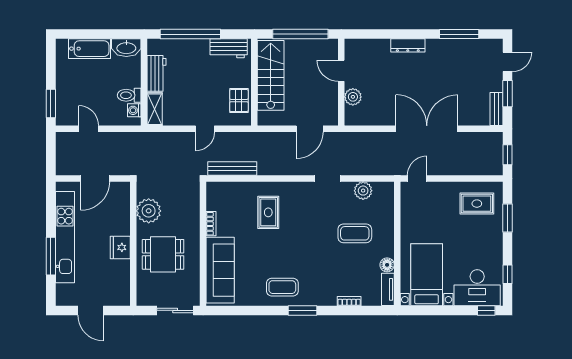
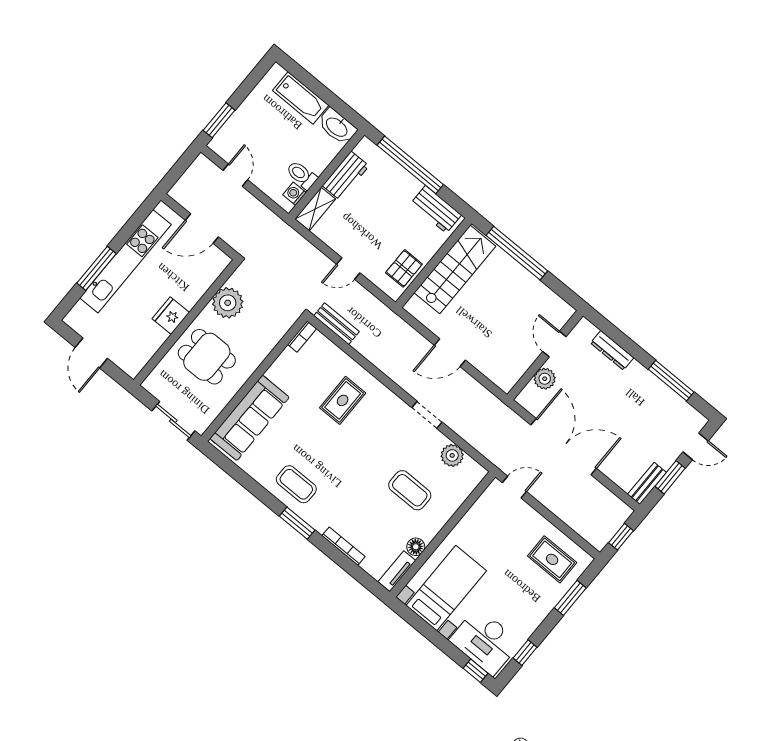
door: (341, 71) -> (554, 344), moved
wall: (341, 82) -> (545, 355), moved
plant: (353, 97) -> (545, 379), moved
bench: (232, 169) -> (336, 324), width x0.73
bookcase: (211, 224) -> (302, 337), moved
bookcase: (349, 301) -> (343, 546), width x1.56

